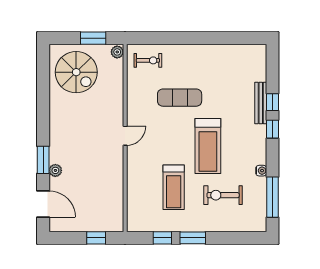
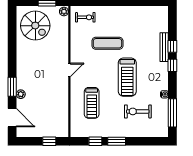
treadmill: (174, 187) -> (92, 103), moved

